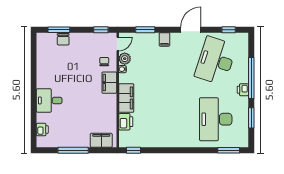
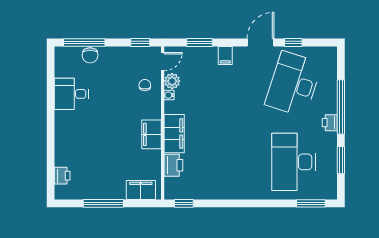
window: (59, 30) -> (84, 42), width x1.44
window: (229, 30) -> (293, 42), moved
filing cabinet: (109, 83) -> (152, 134), moved
desk: (49, 100) -> (71, 94), moved

